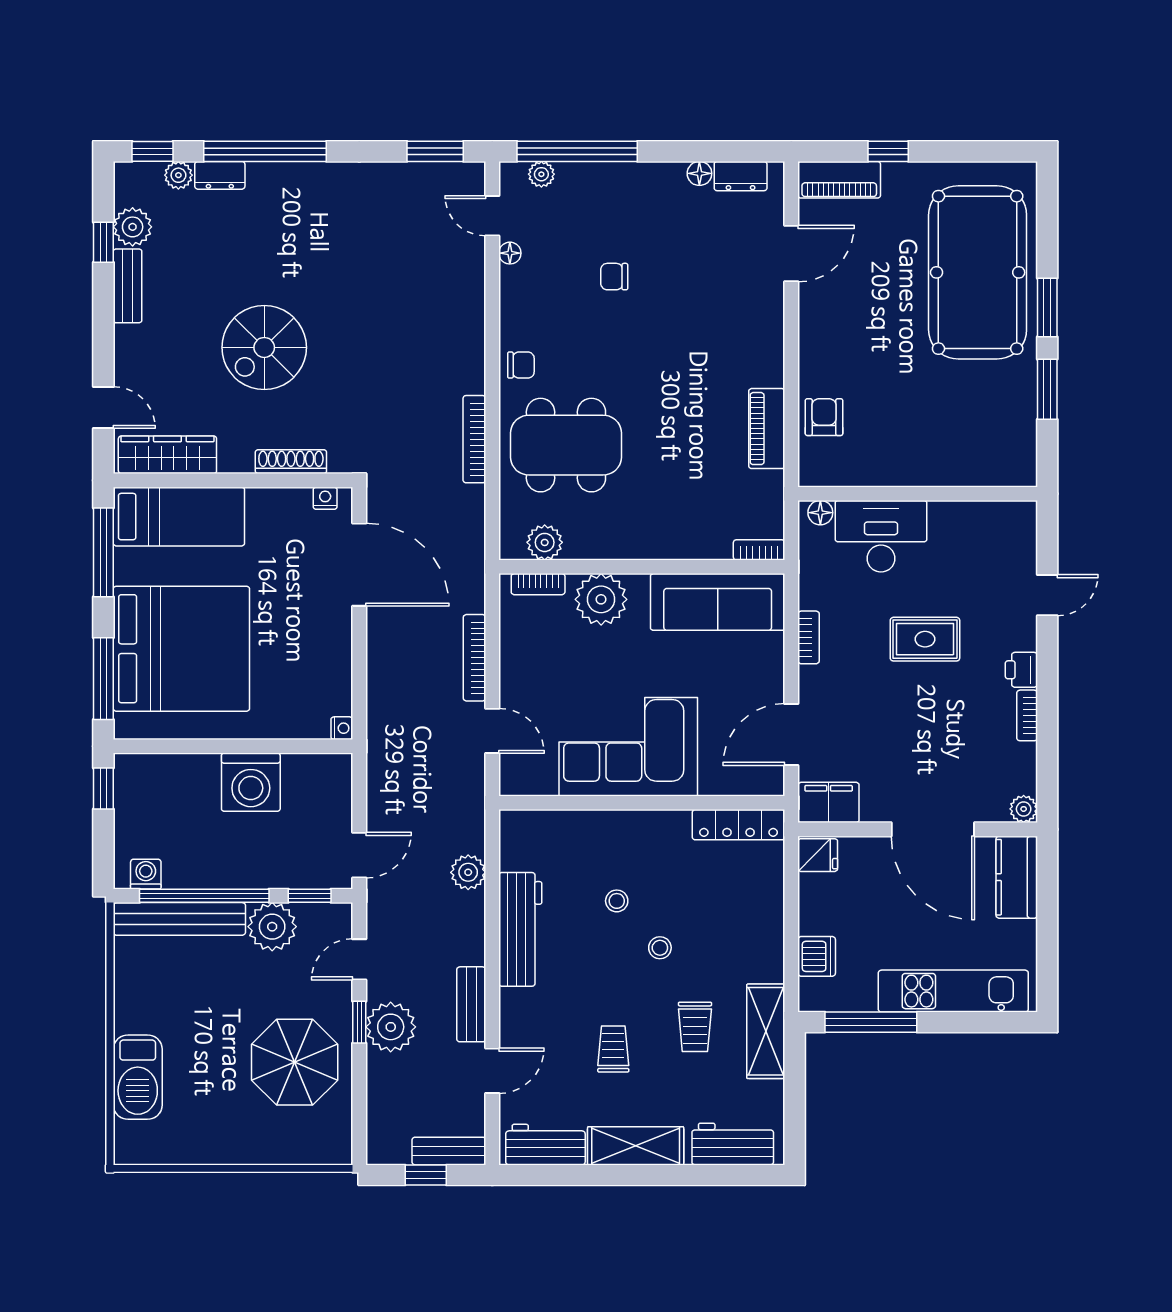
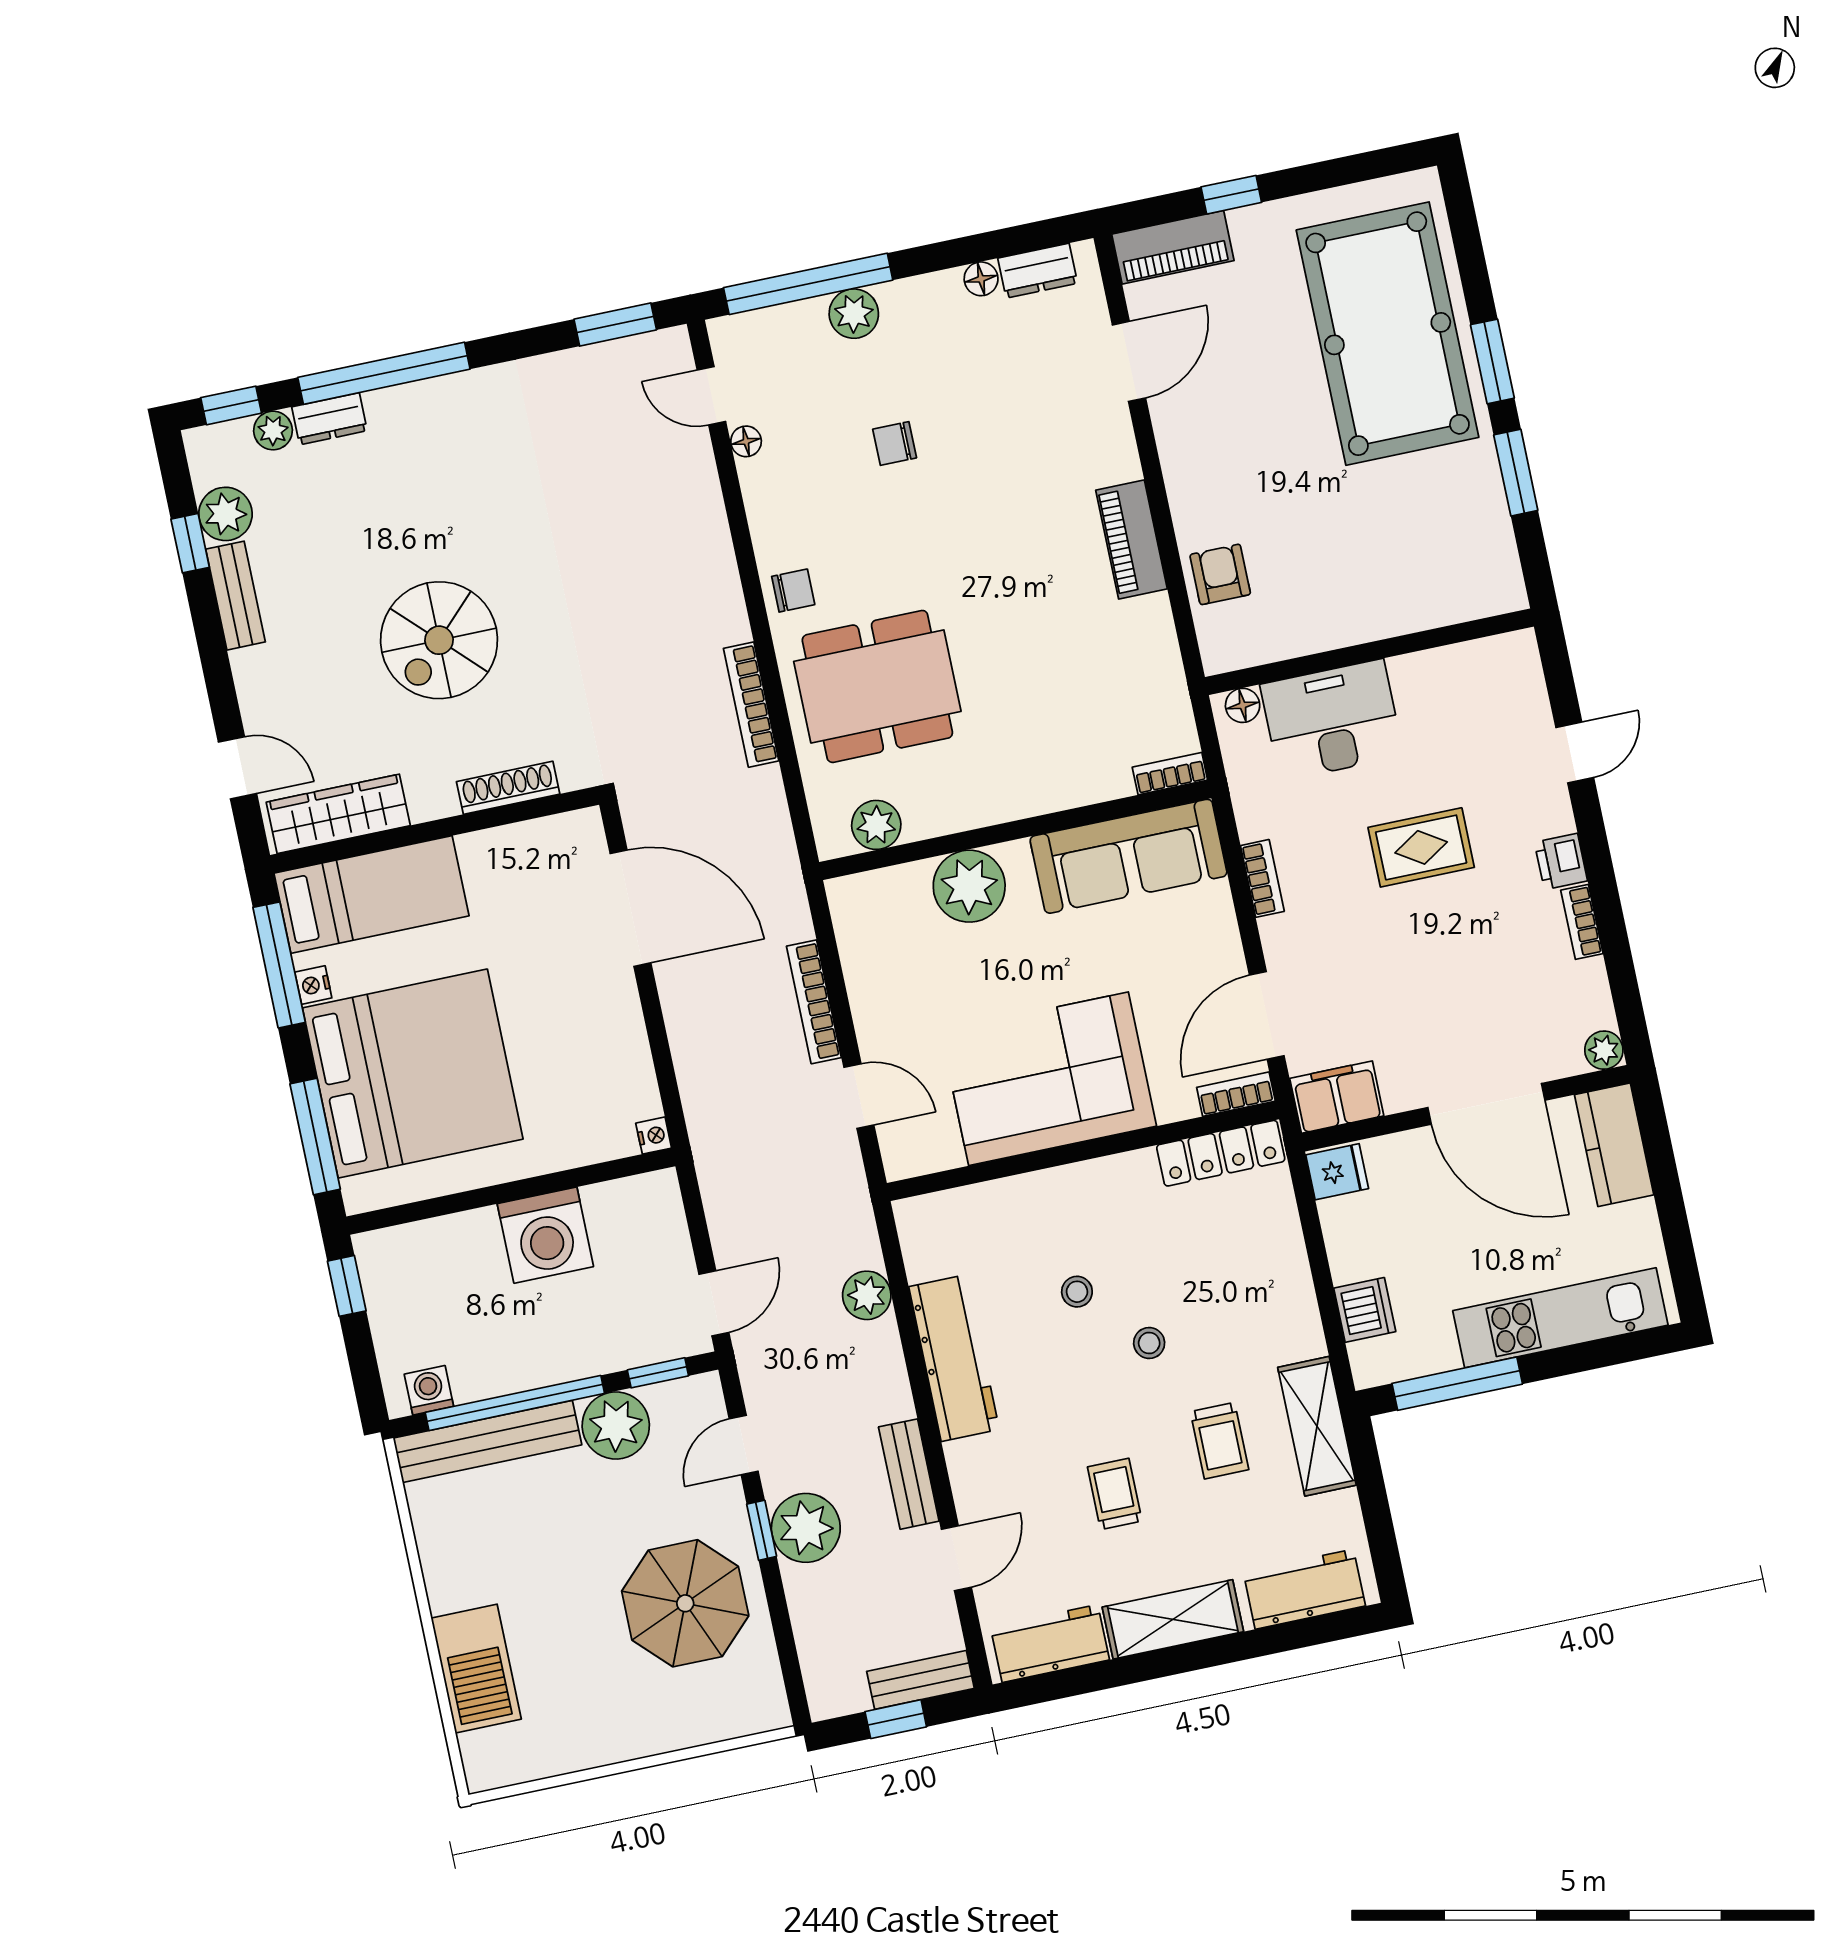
plant: (541, 174) -> (854, 314), moved, width x1.38, depth x1.38
piano: (767, 429) -> (1132, 540), moved
nightstand: (325, 498) -> (313, 985), moved, turned -90
bookcase: (538, 584) -> (1236, 1094), moved, turned 180

